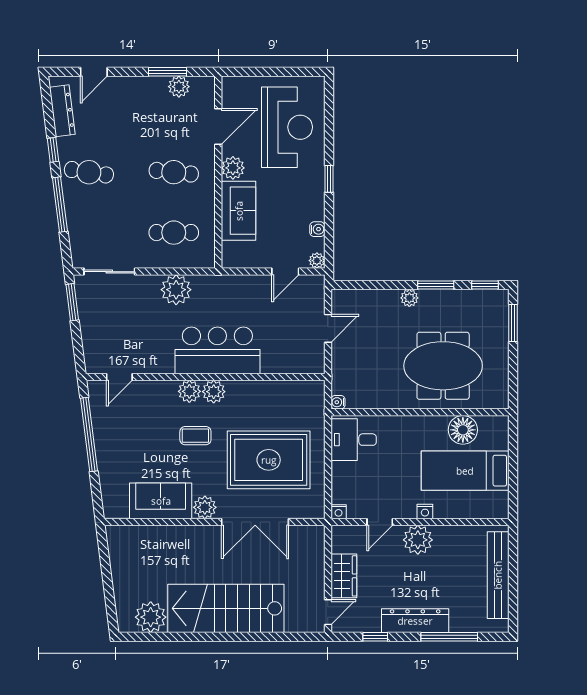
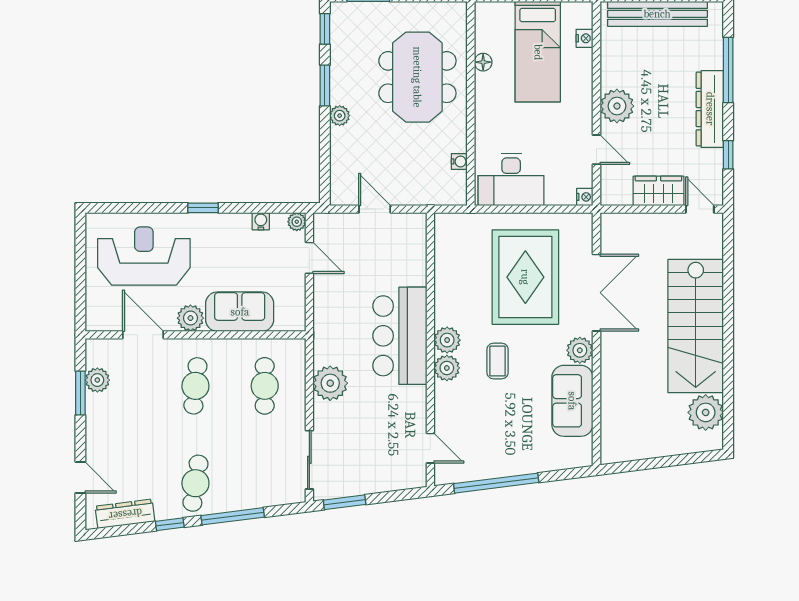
water cooler: (338, 402) -> (459, 161), moved, turned -90
floor lamp: (463, 430) -> (483, 62), width x0.53, depth x0.53
desk: (354, 440) -> (511, 180), width x1.37
nightstand: (425, 511) -> (584, 38), moved

